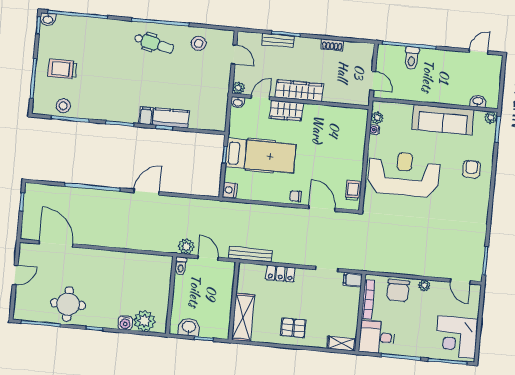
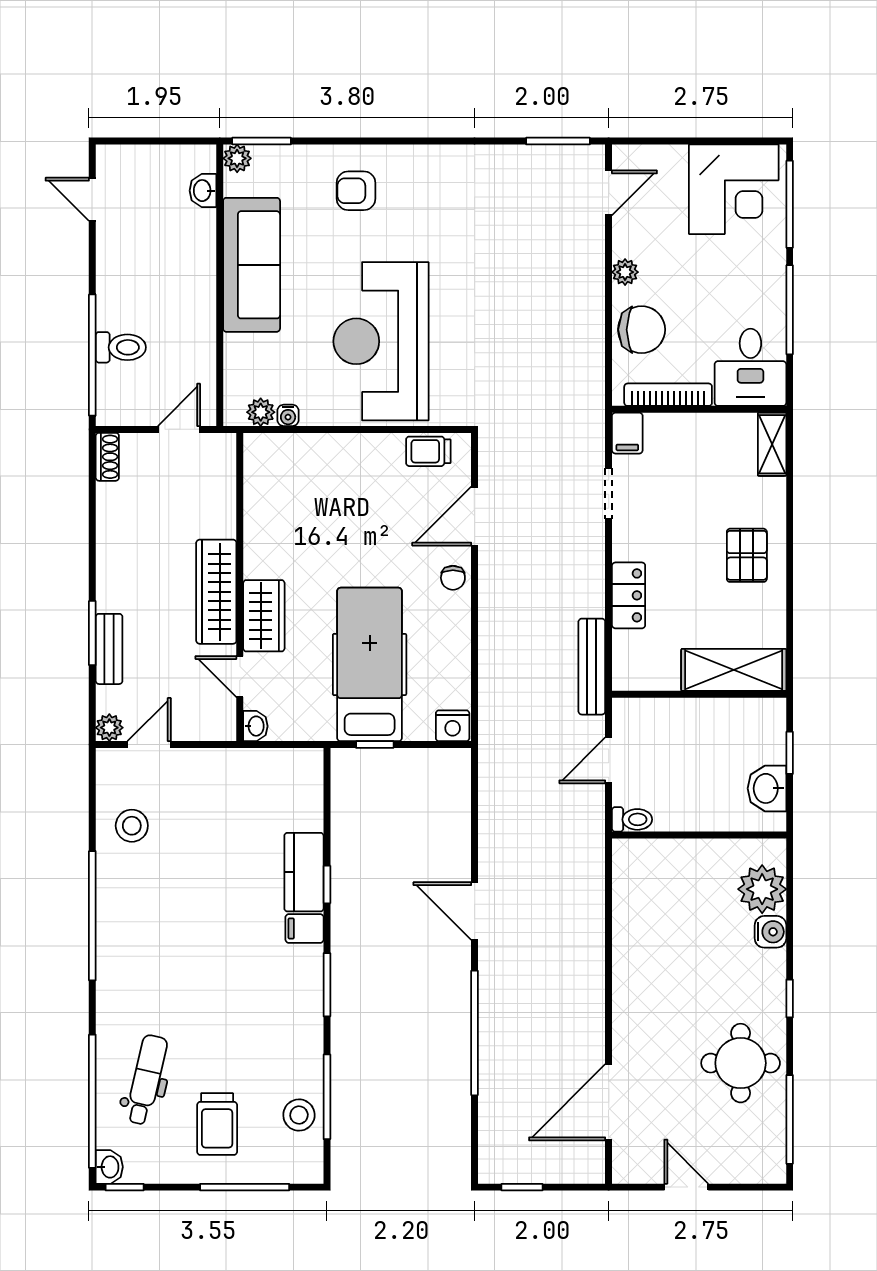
dental chair: (154, 43) -> (146, 1080), moved
shoe rack: (332, 45) -> (107, 457), moved
plant: (238, 88) -> (109, 728), moved
plant: (186, 246) -> (588, 811), removed

